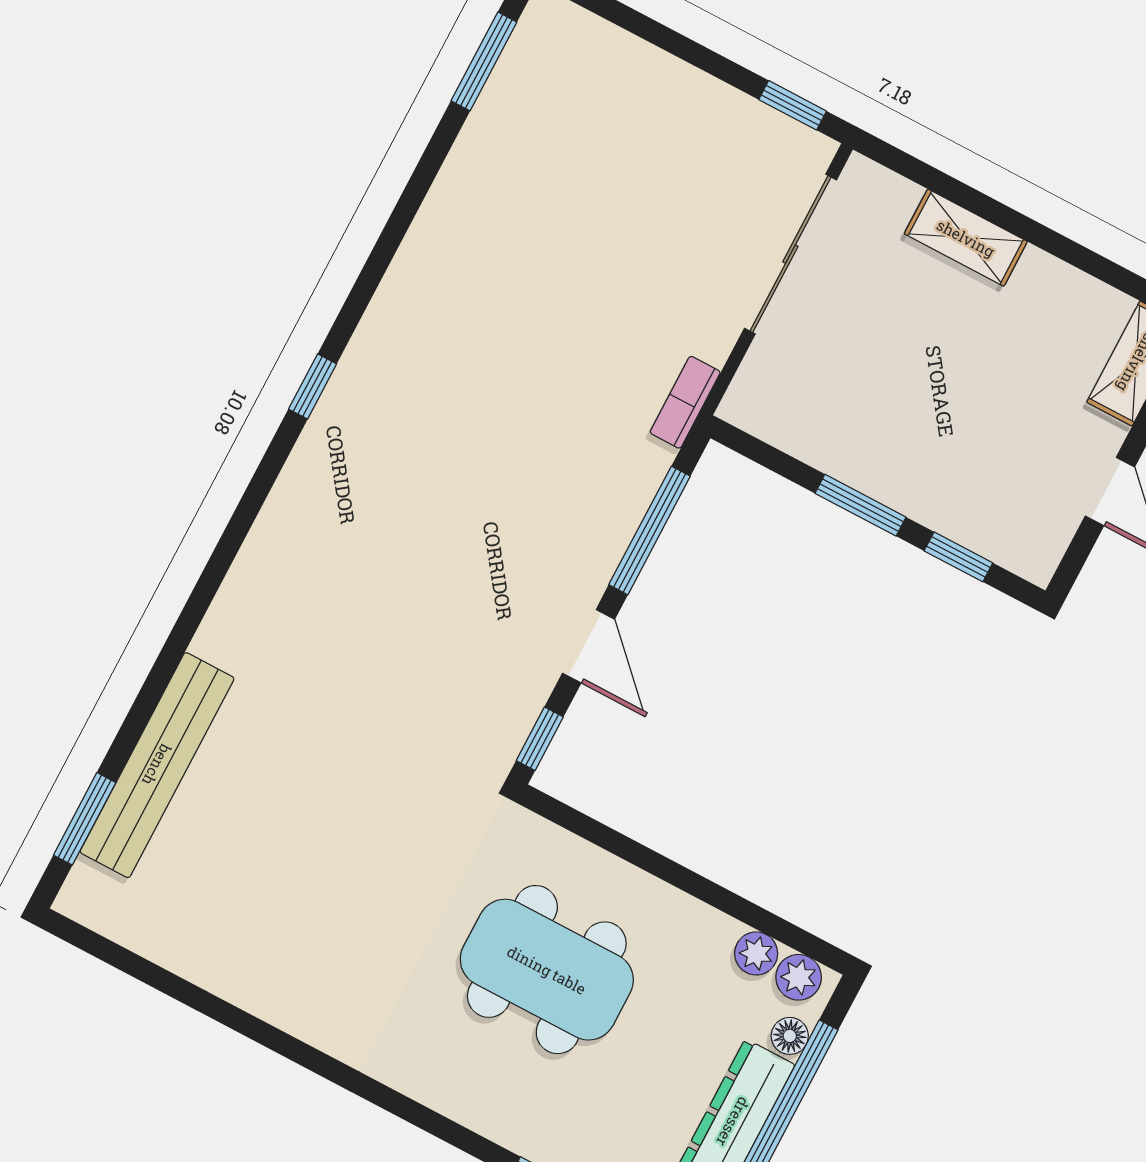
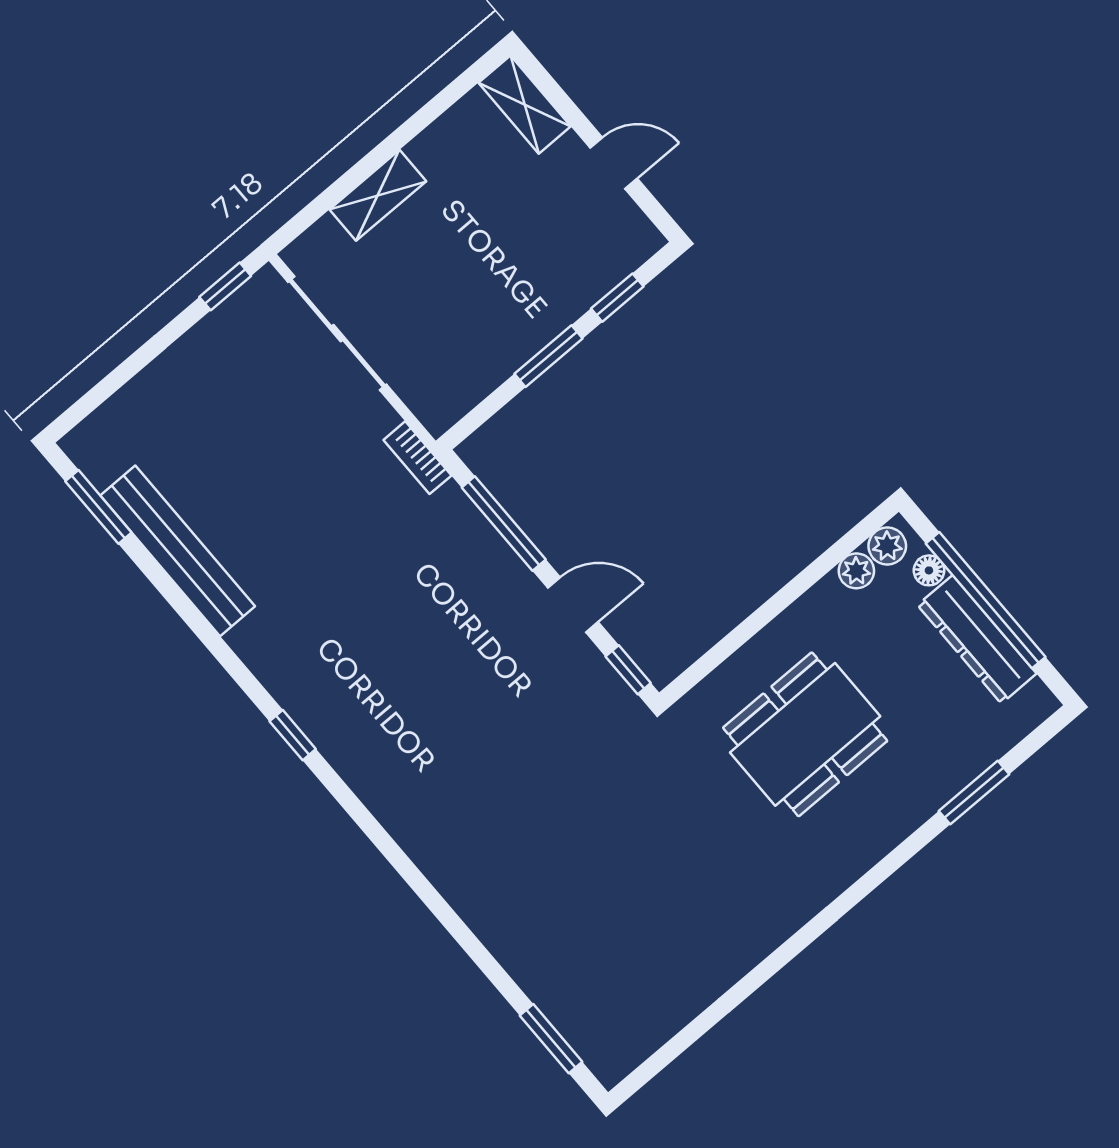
bench: (157, 765) -> (178, 551), moved

